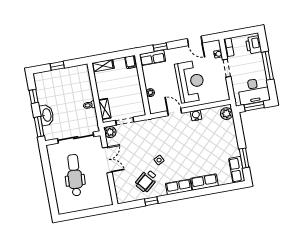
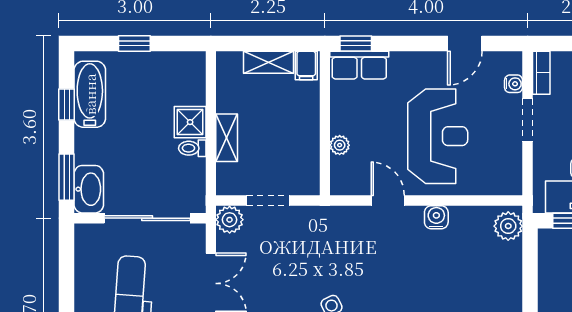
door: (195, 41) -> (465, 43), hinge flipped
window: (160, 47) -> (356, 43), moved
shelving: (103, 66) -> (268, 62), moved
bathtub: (42, 90) -> (90, 94), added
shower: (86, 94) -> (190, 122), added
shelving: (105, 109) -> (227, 138), moved
washbasin: (47, 115) -> (89, 189), moved

